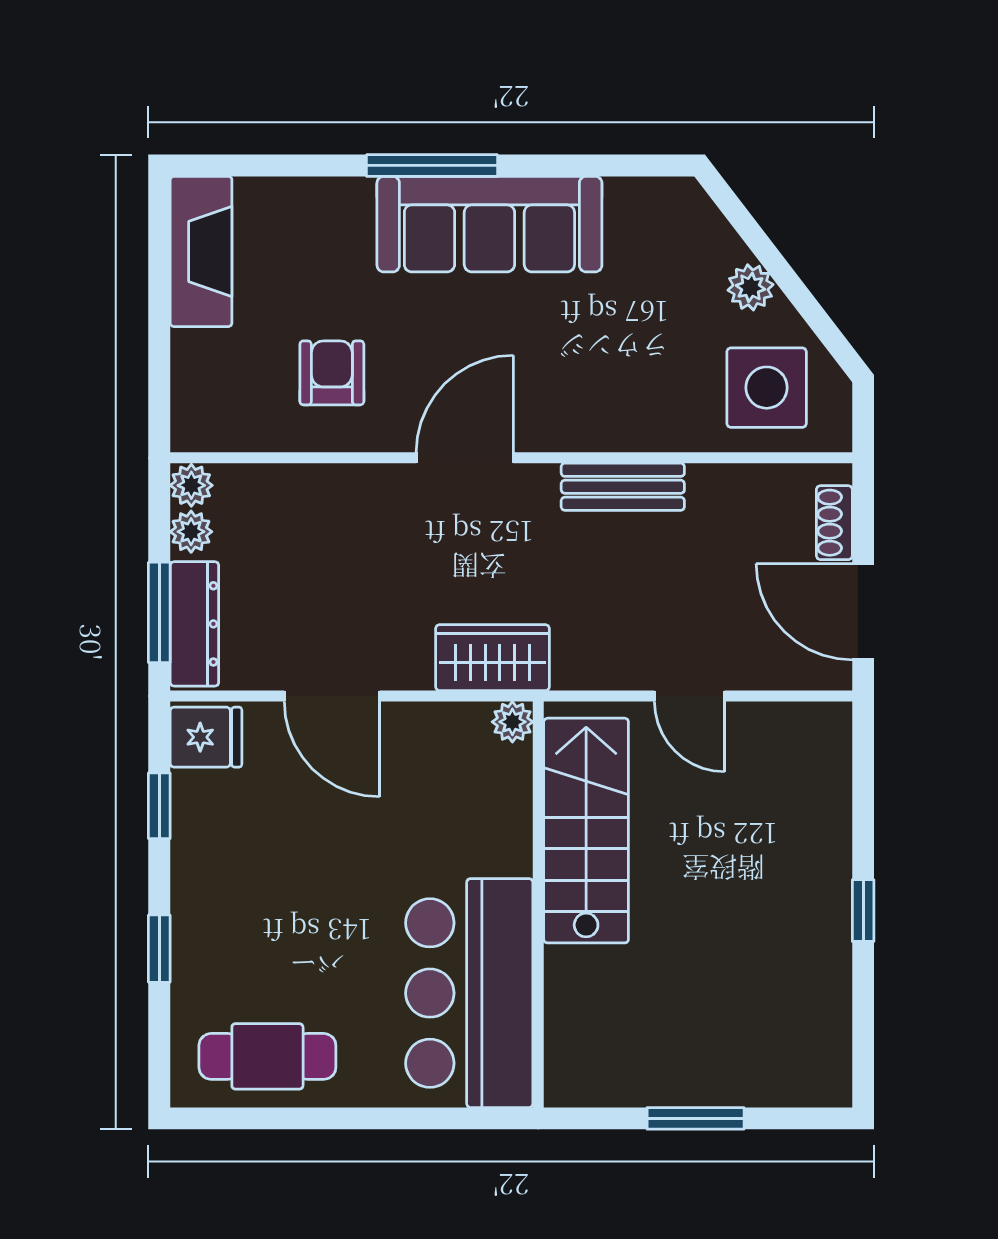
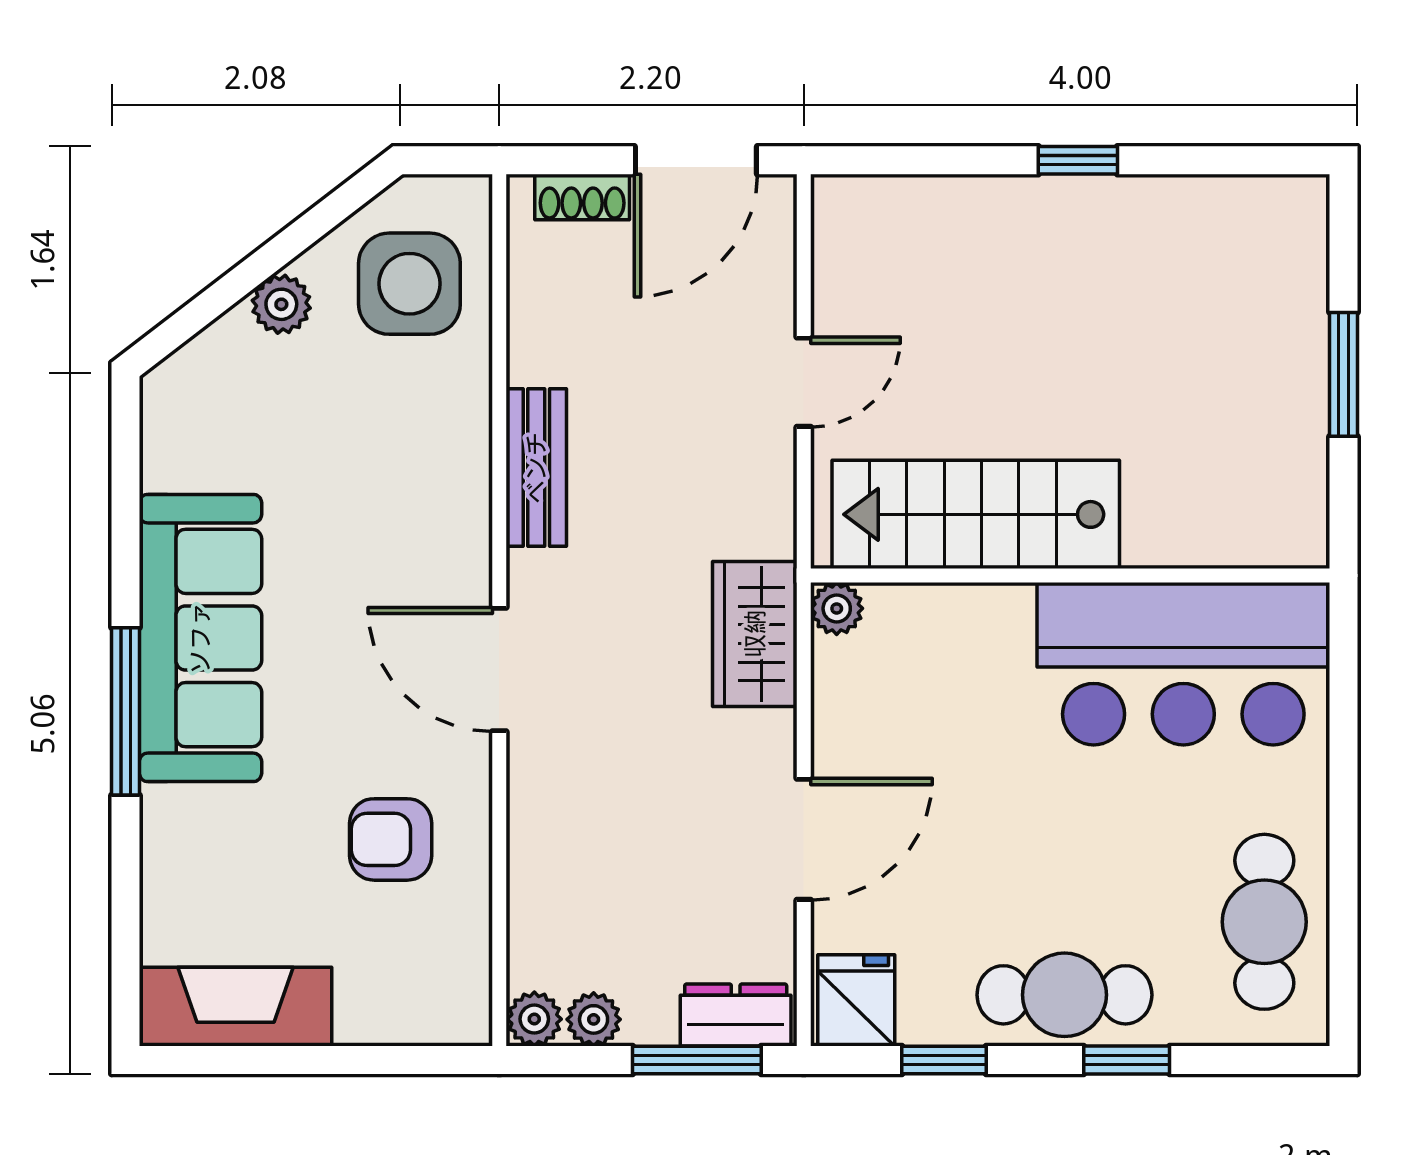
dresser: (194, 624) -> (736, 1015), width x0.70
cafe table: (210, 900) -> (1064, 995), added

